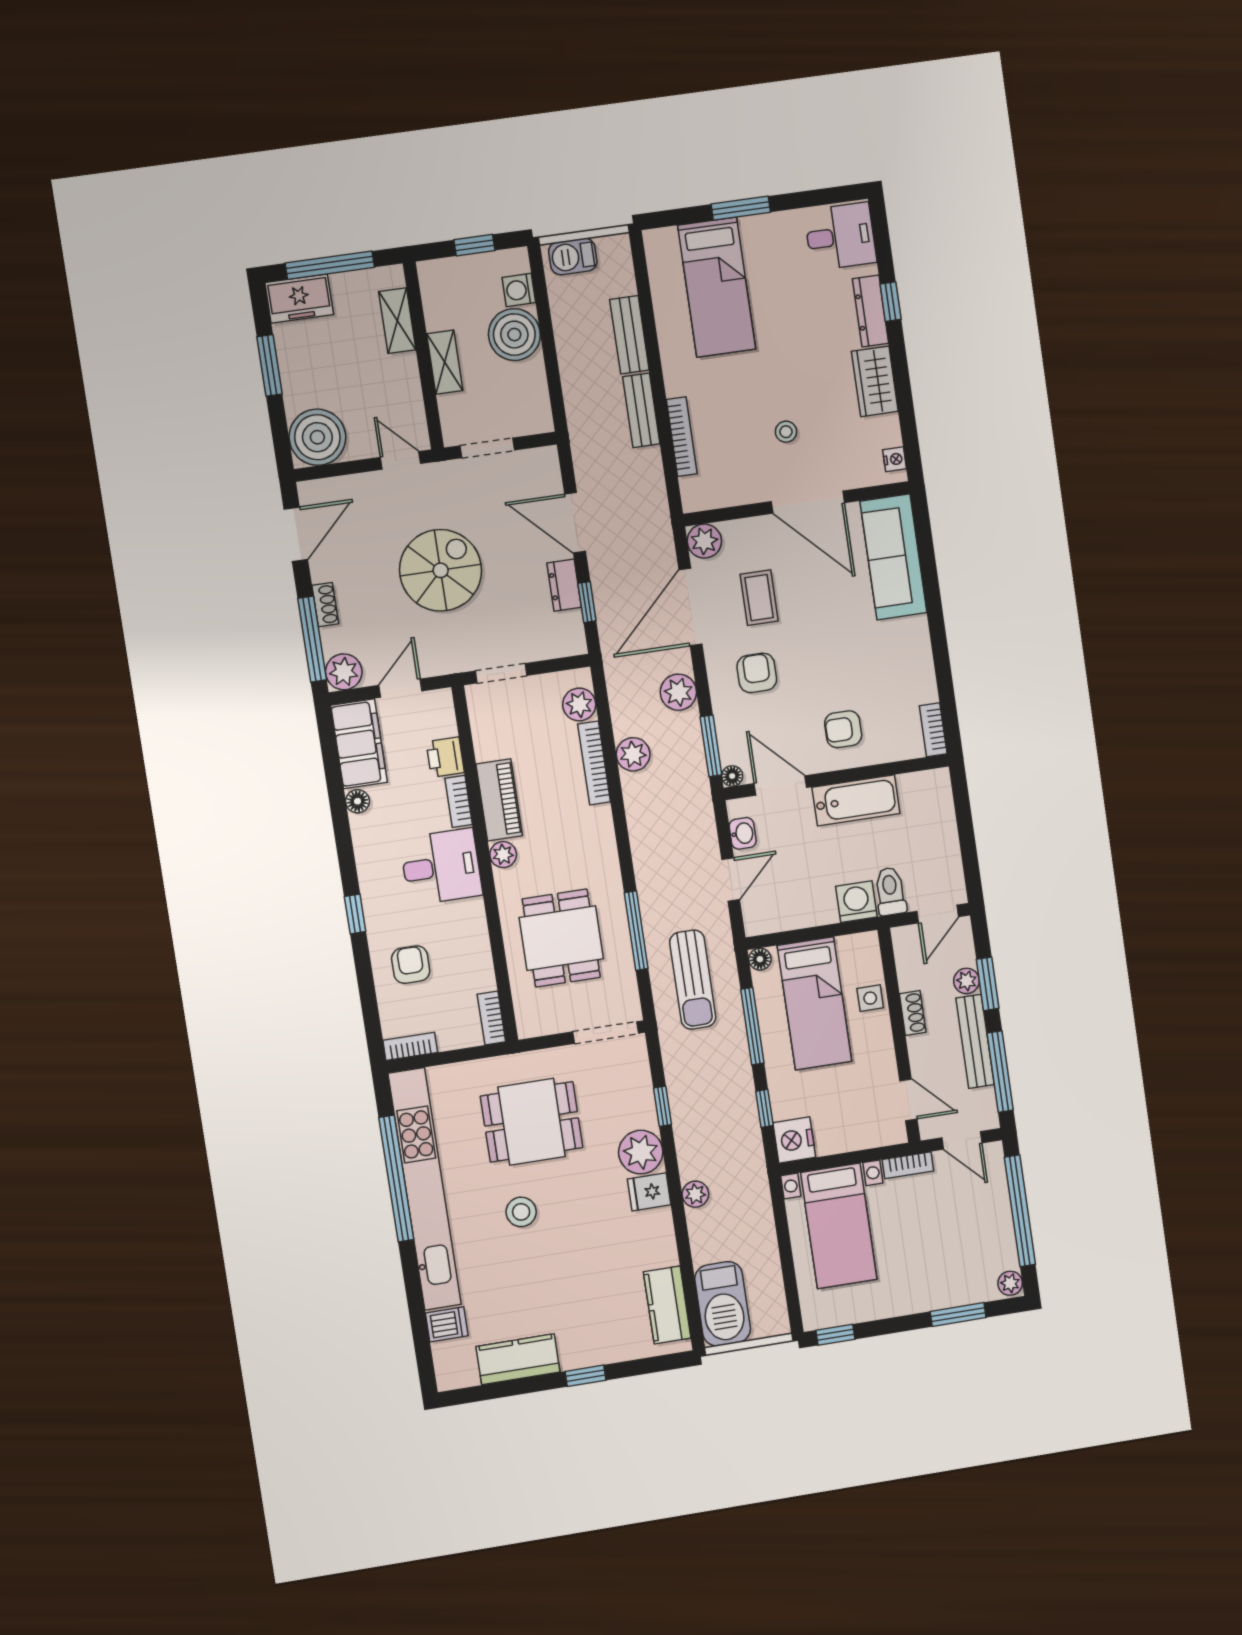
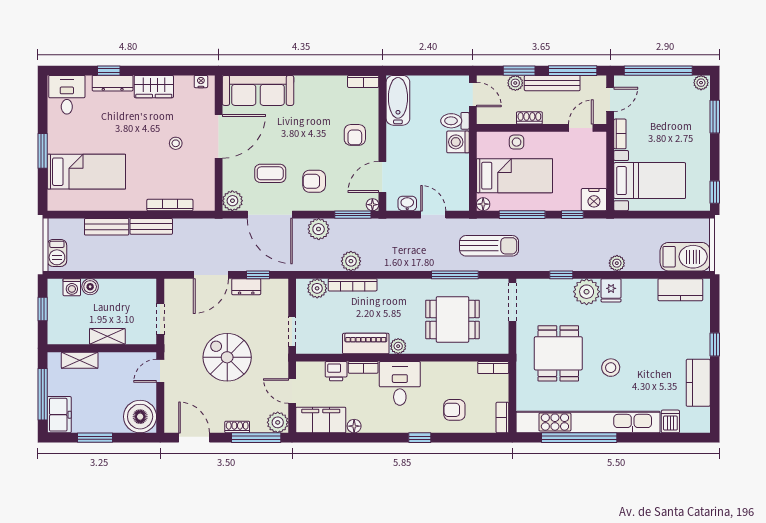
boiler: (514, 335) -> (90, 287), width x0.54, depth x0.54
bathtub: (856, 800) -> (398, 100), moved

